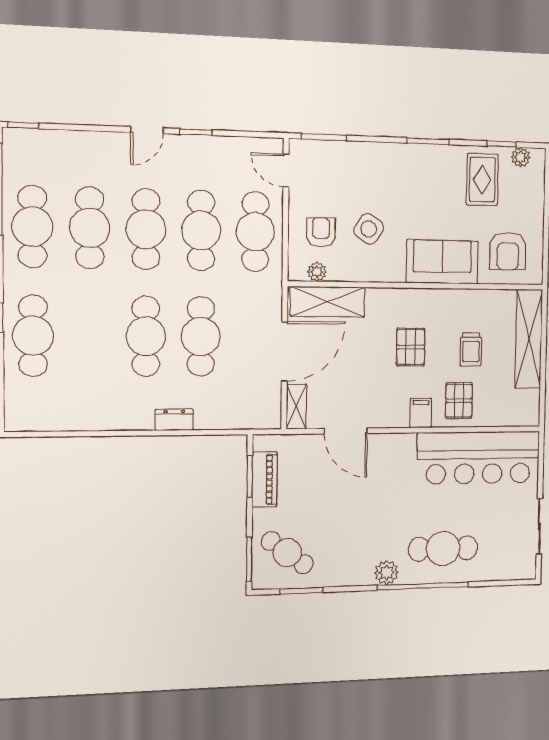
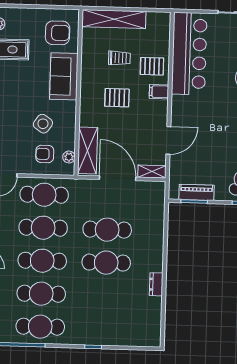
cafe table: (33, 336) -> (104, 329), removed
dresser: (174, 420) -> (156, 284), moved

